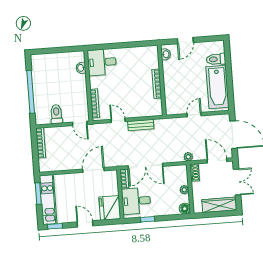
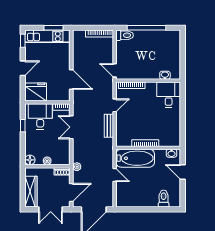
bathtub: (218, 87) -> (135, 158), moved, turned 180
toilet: (56, 114) -> (125, 35), moved
door: (80, 123) -> (115, 70), hinge flipped
double door: (145, 166) -> (71, 127), width x0.73

